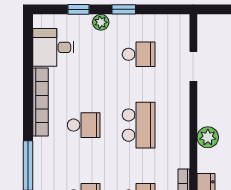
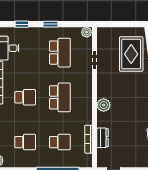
plant: (101, 22) -> (87, 32), moved
school desk: (139, 54) -> (60, 53), width x1.85

